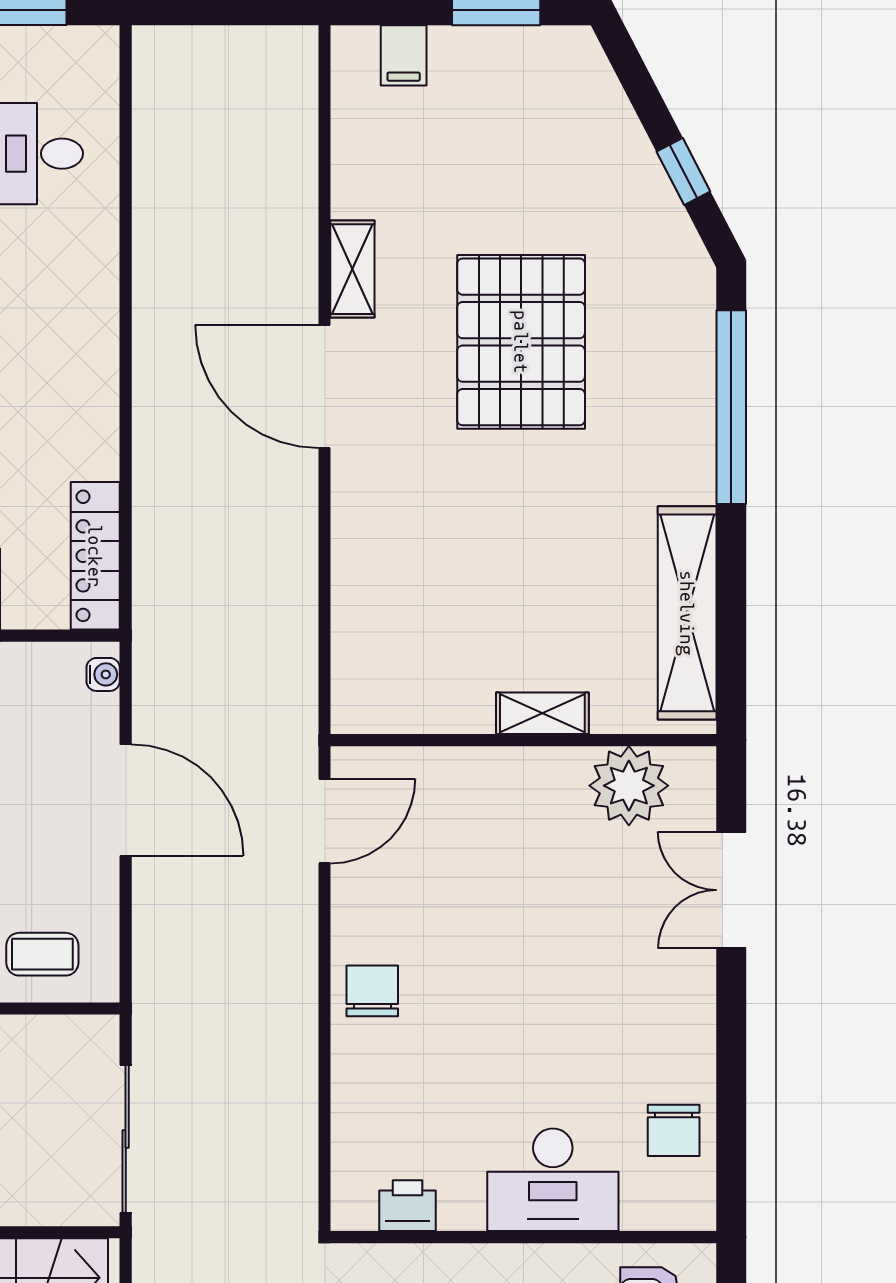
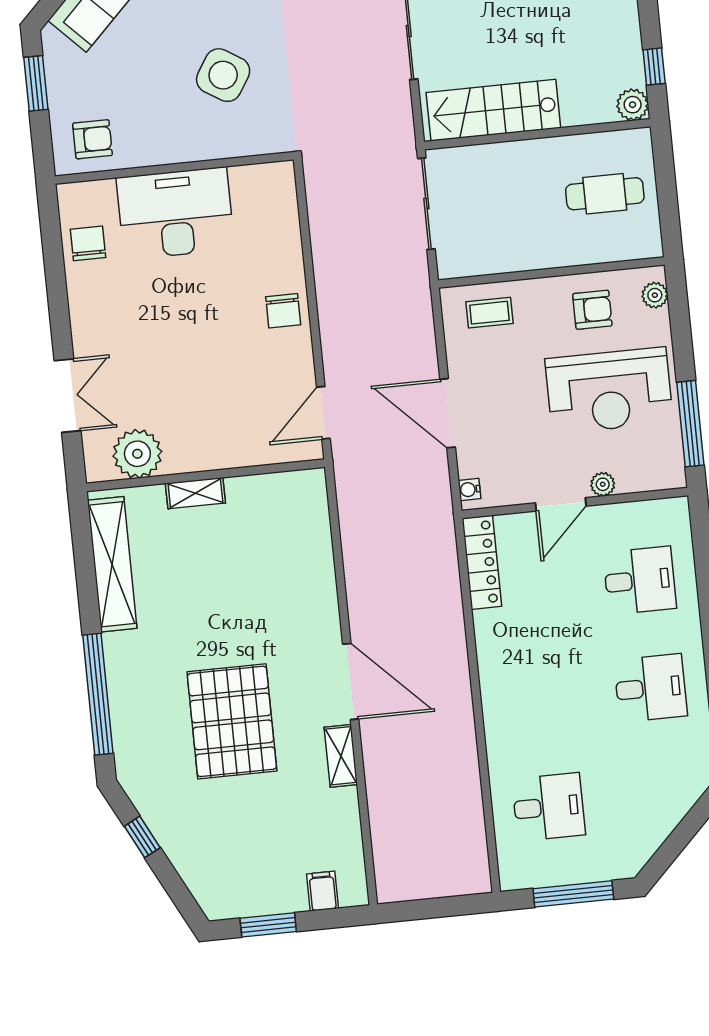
desk: (553, 1180) -> (175, 213), width x1.36, depth x1.30
printer: (407, 1206) -> (248, 180), removed

